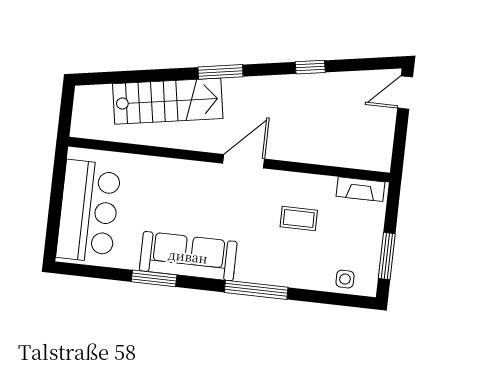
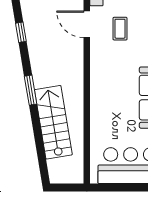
door: (244, 161) -> (87, 24), moved

